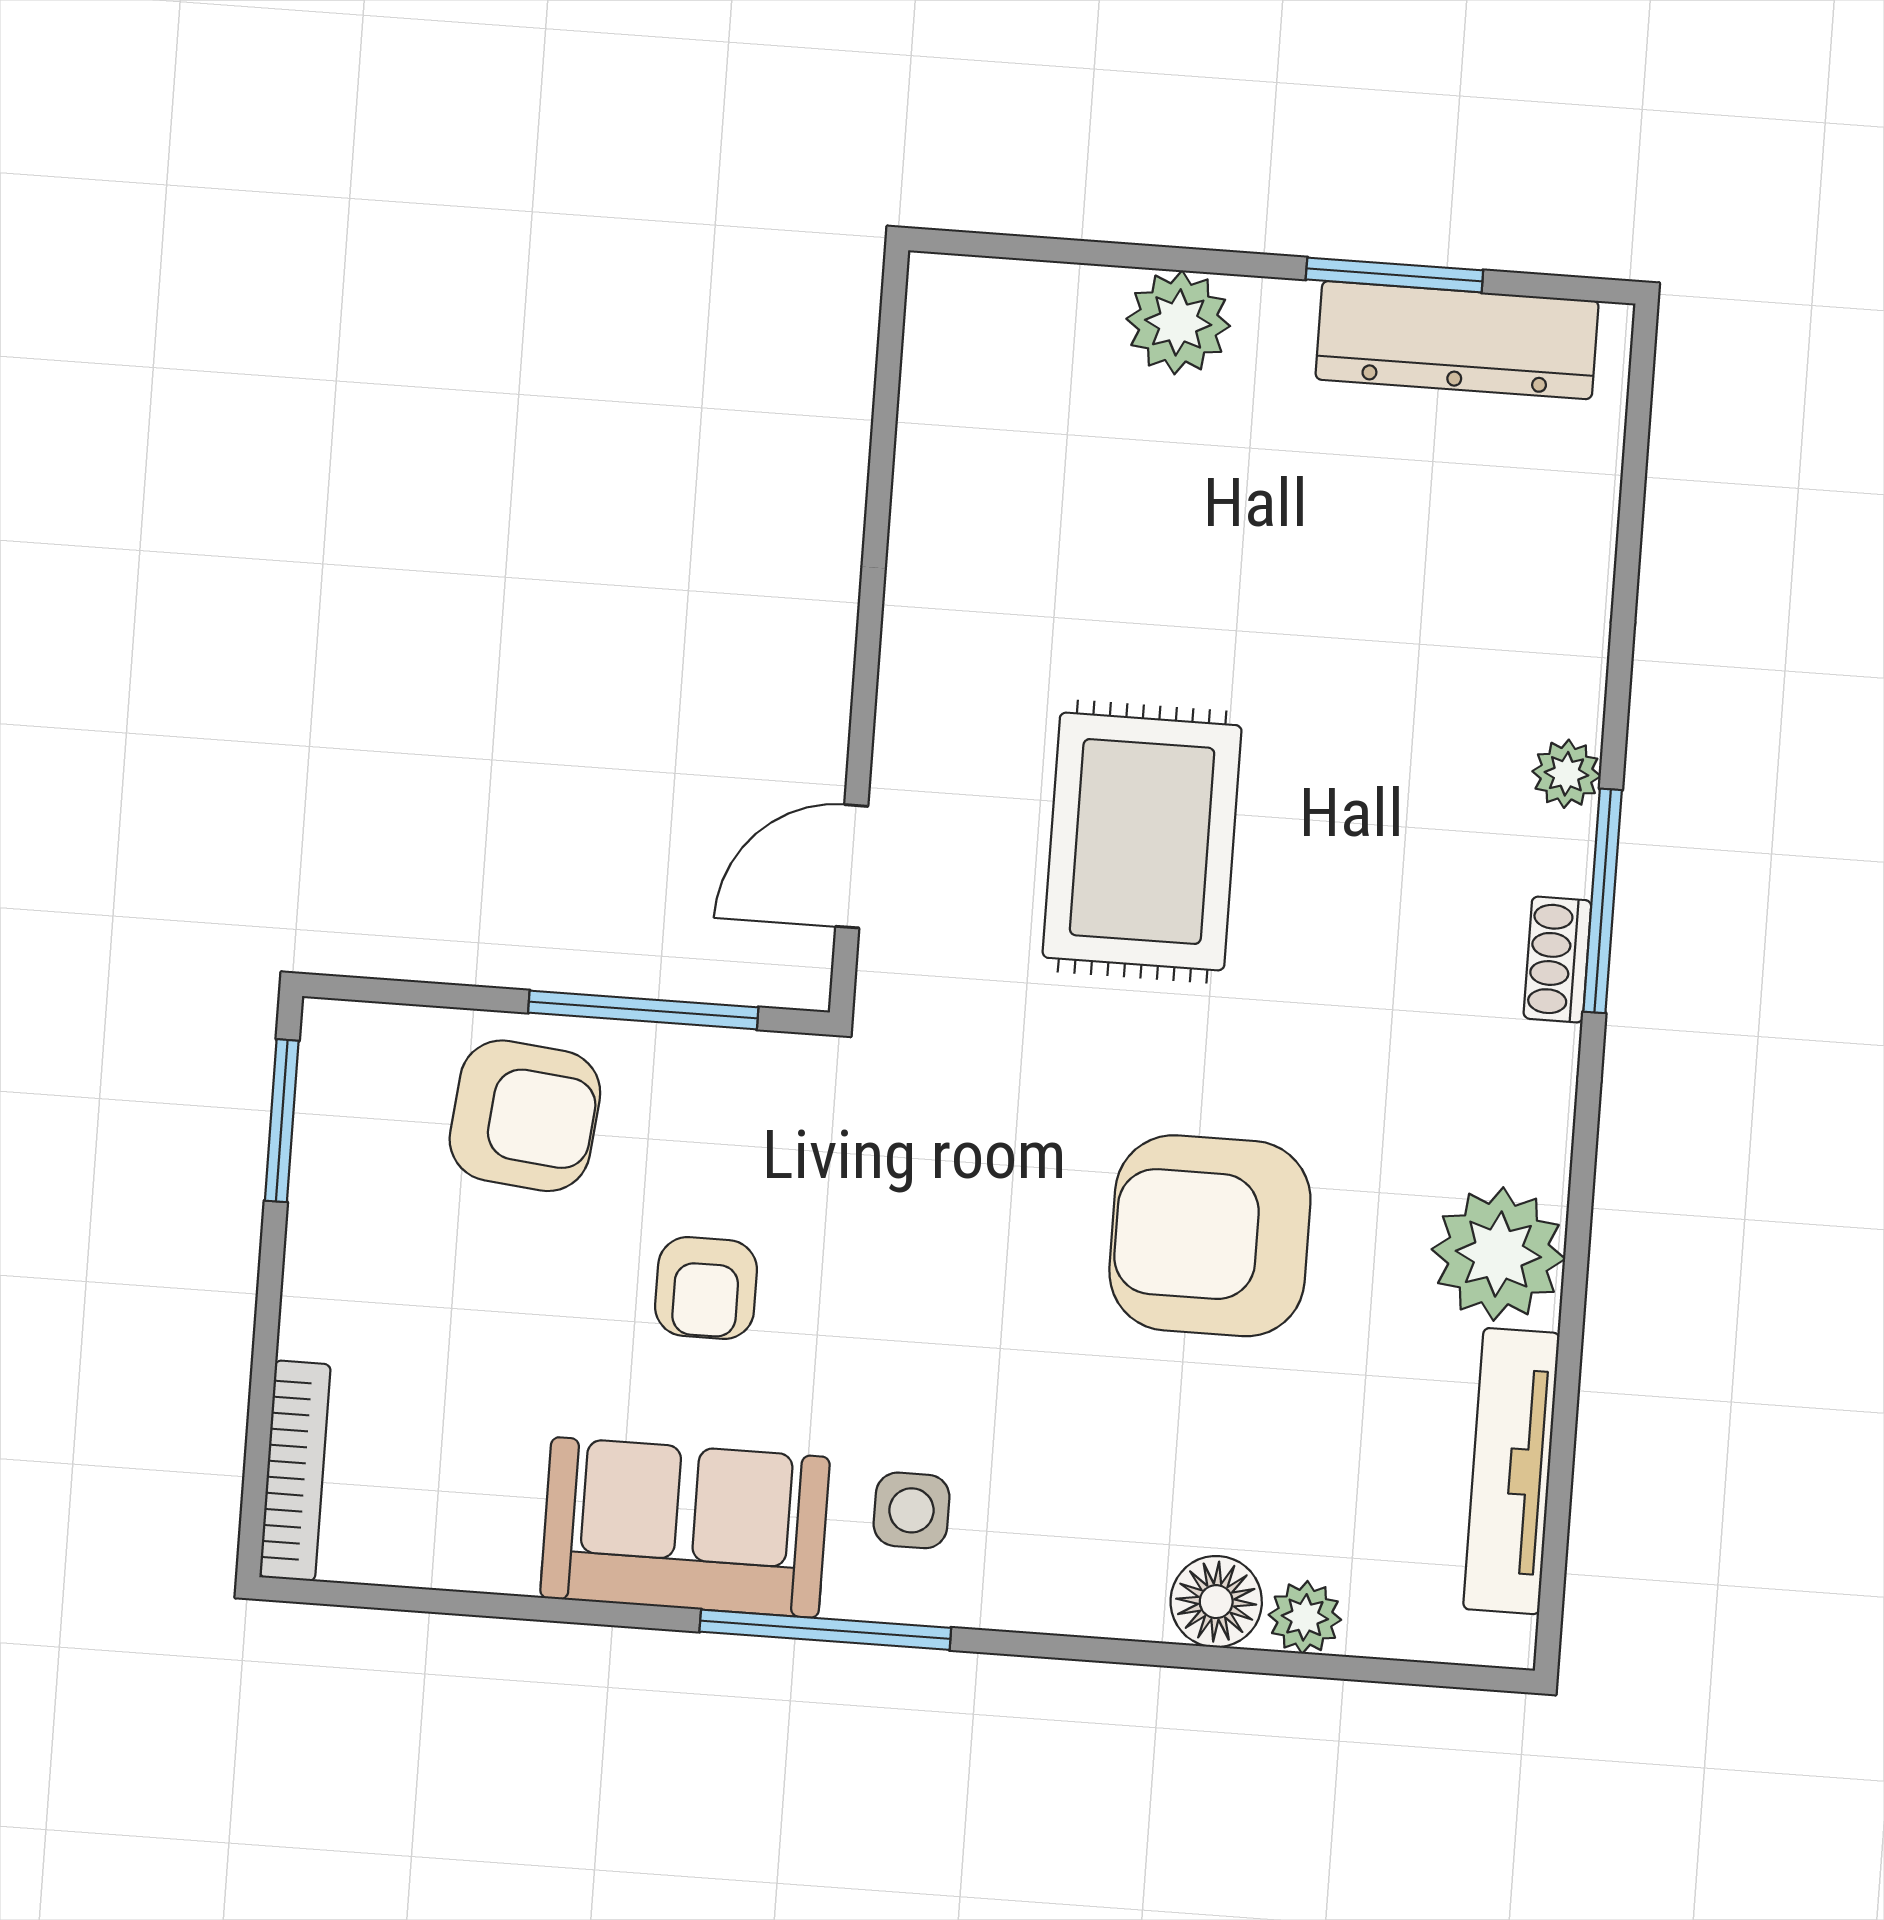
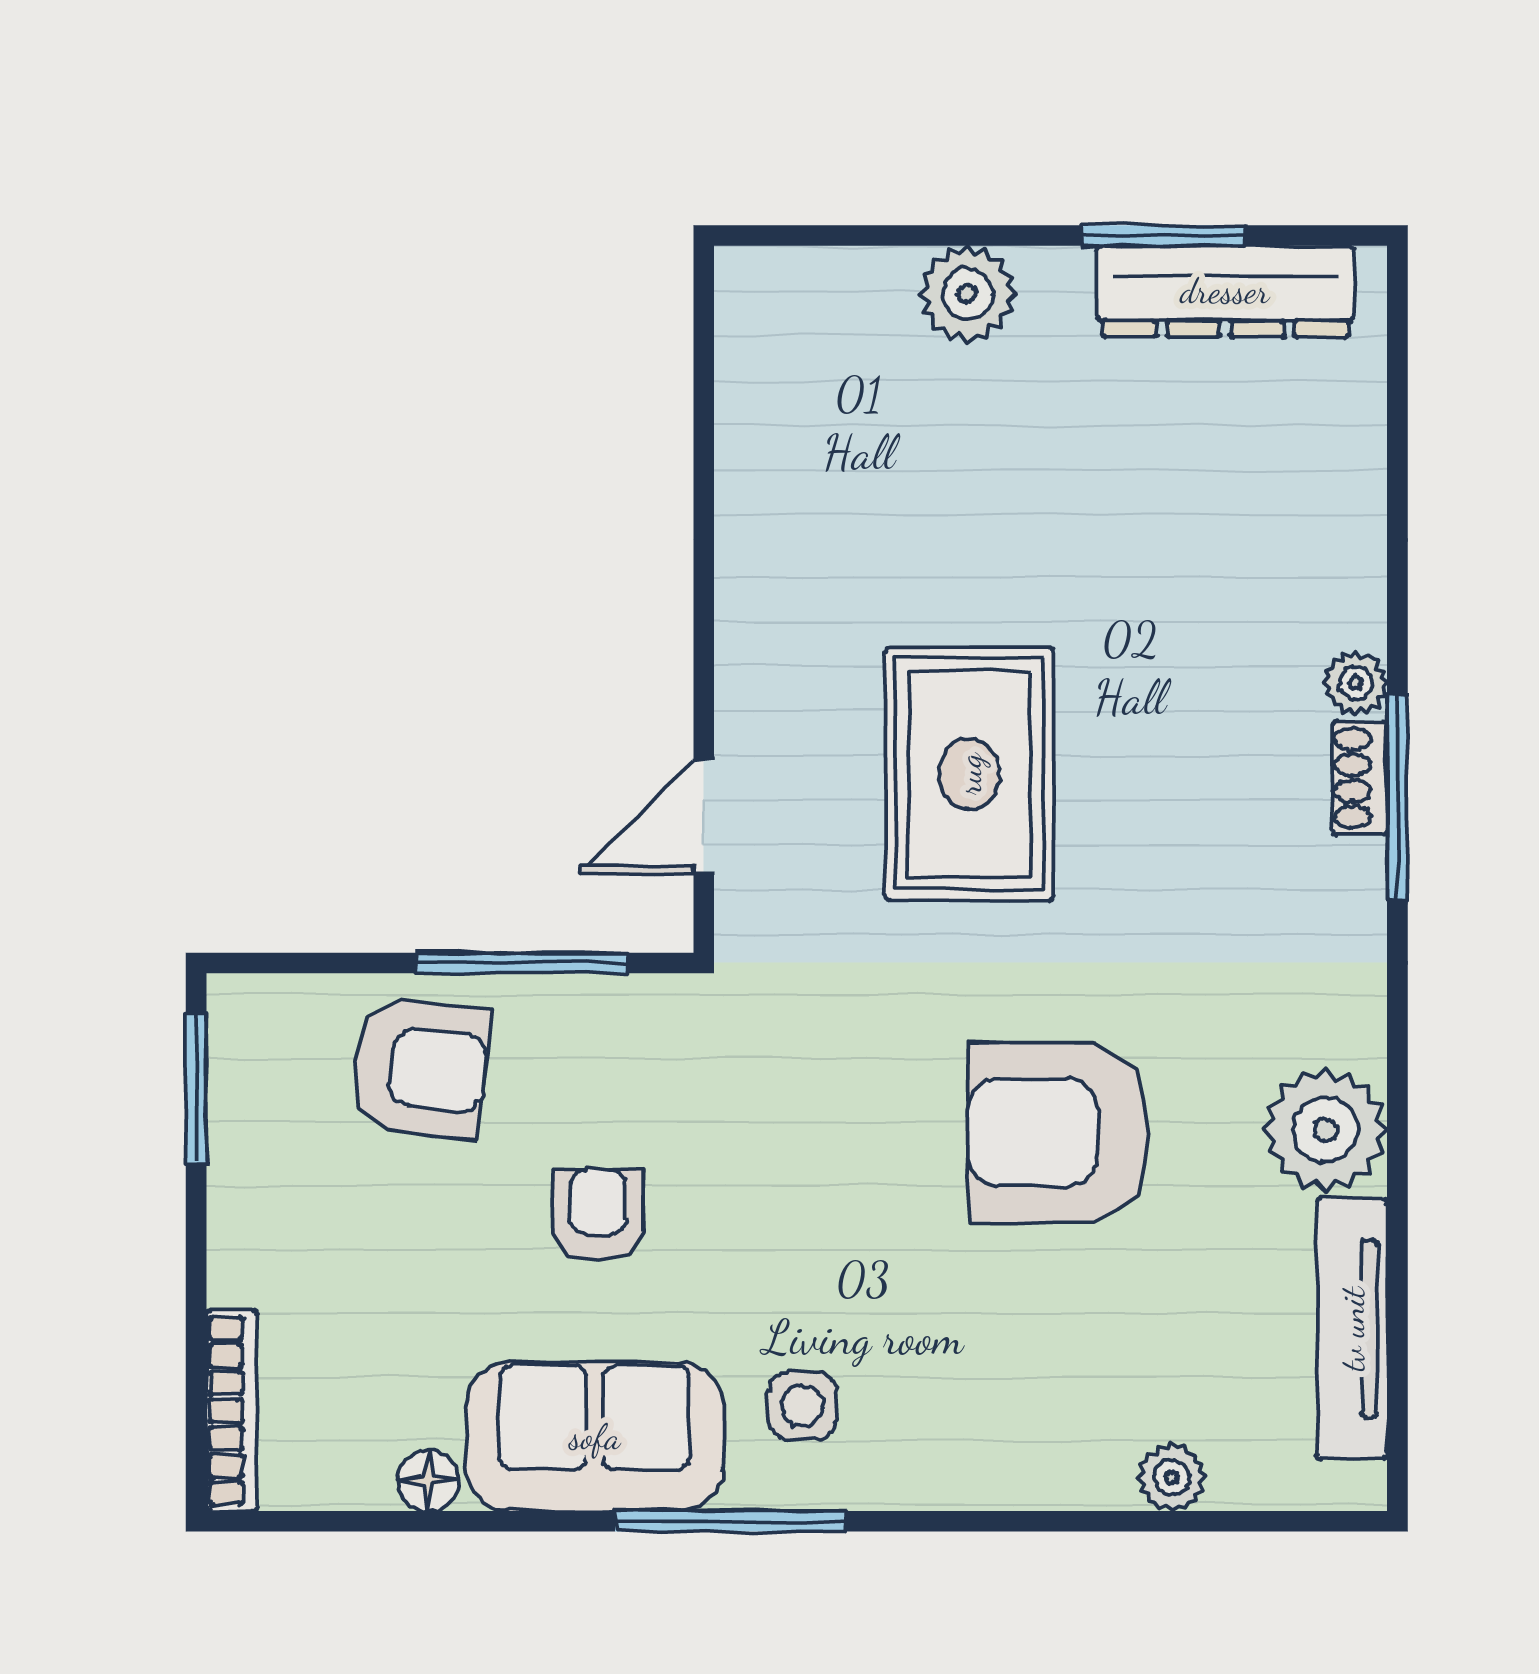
shoe rack: (1557, 959) -> (1360, 778), moved
armchair: (706, 1288) -> (598, 1215), turned 180
floor lamp: (1216, 1602) -> (428, 1480), moved, width x0.73, depth x0.73

